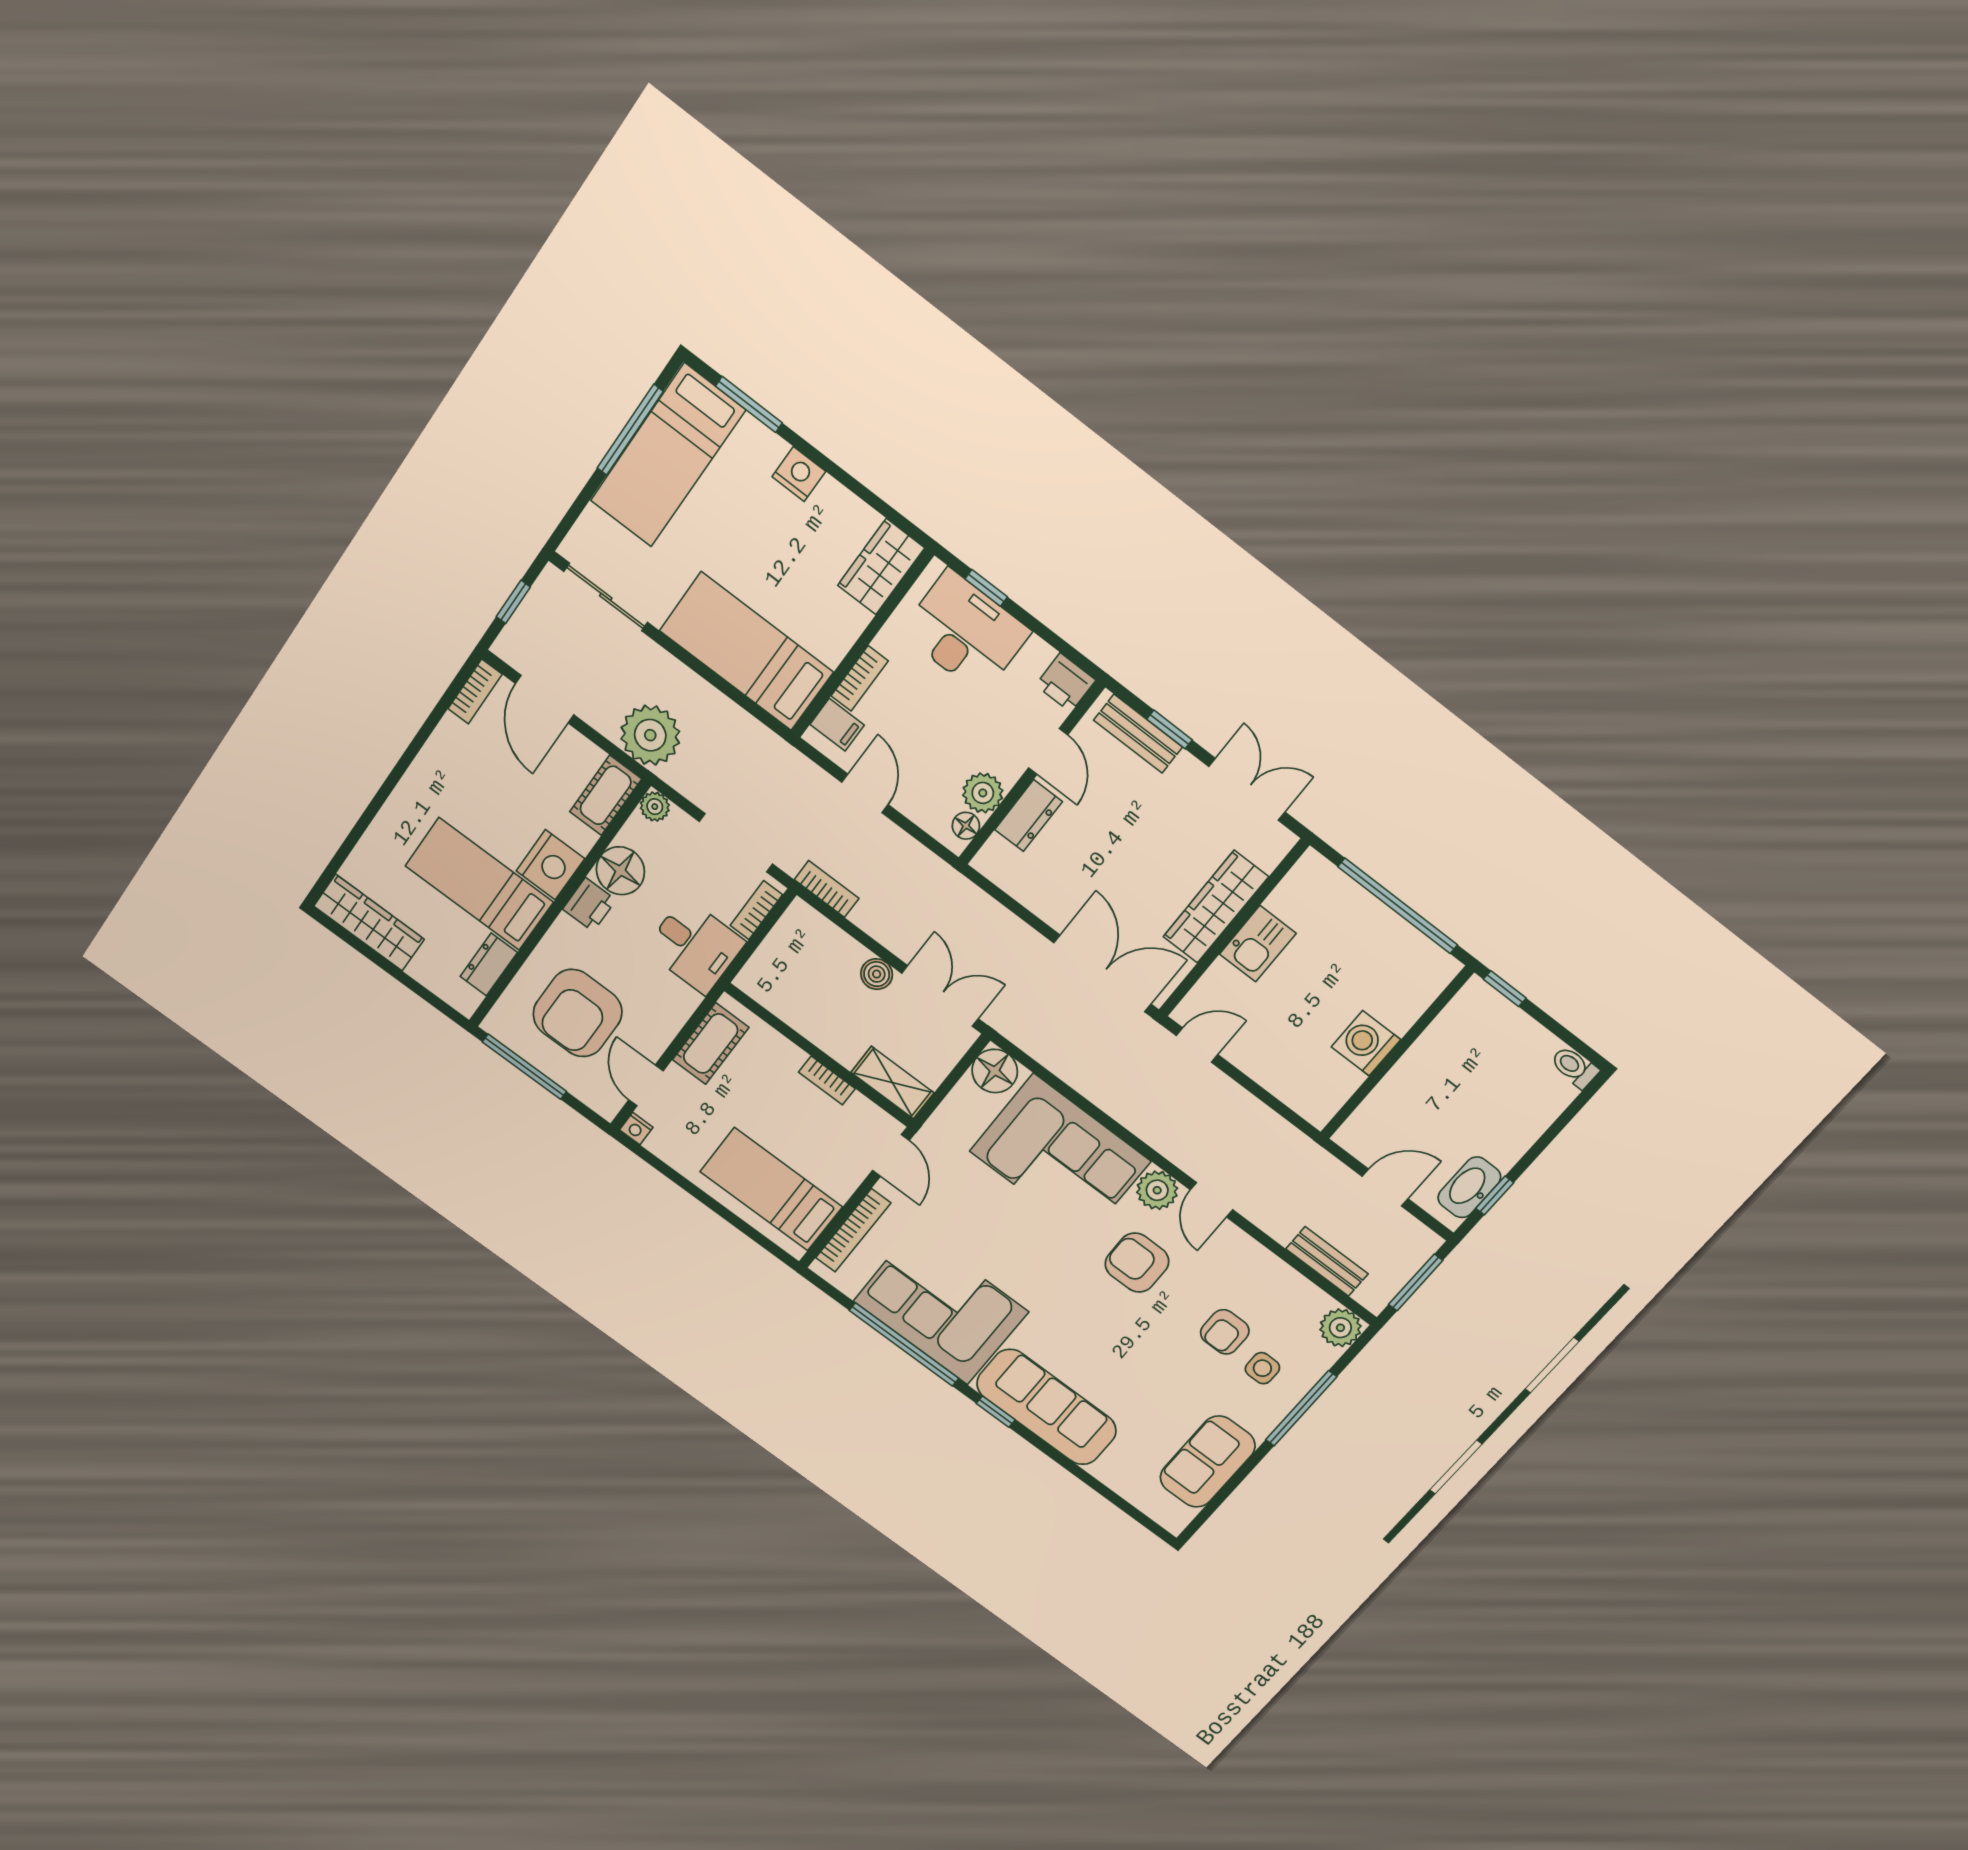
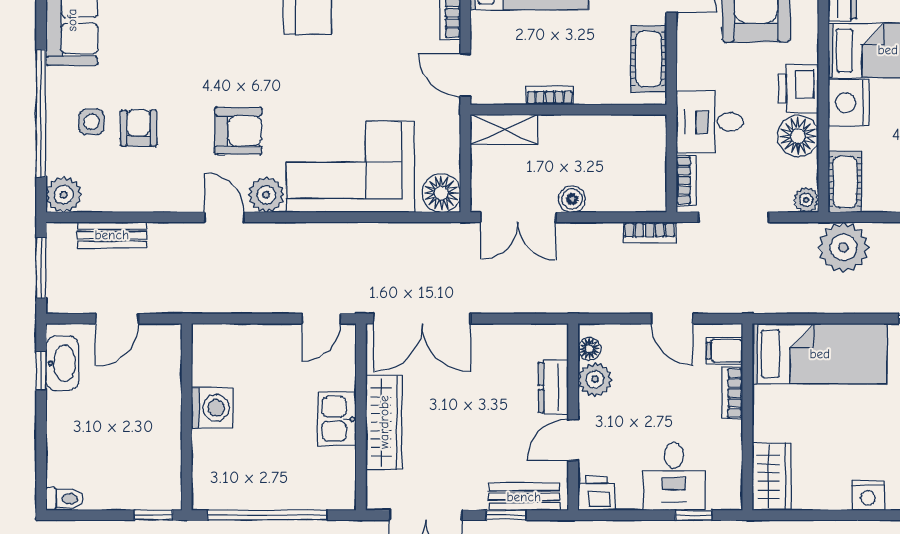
desk: (965, 632) -> (674, 476), width x0.73
door: (1048, 751) -> (573, 440), hinge flipped
printer: (589, 905) -> (799, 88), width x1.36, depth x1.24
window: (1301, 1408) -> (41, 113), width x1.46

